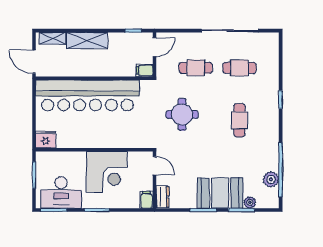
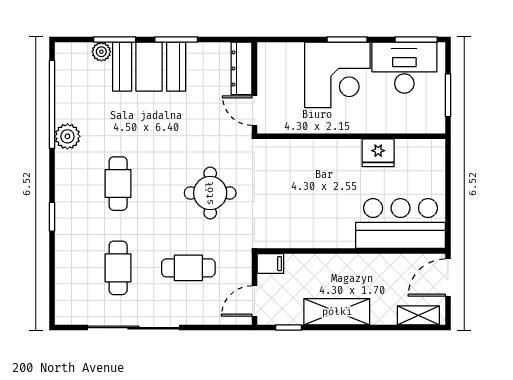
shelving: (87, 40) -> (337, 312), moved
door: (34, 62) -> (448, 278), swing flipped
cafe table: (239, 68) -> (118, 268), turned 90
bar counter: (87, 95) -> (401, 223), width x0.54
fridge: (46, 139) -> (378, 153), moved
corner desk: (107, 172) -> (337, 75), moved, turned 180
plant: (271, 179) -> (67, 136), moved
dresser: (163, 197) -> (242, 68), width x1.44
filing cabinet: (146, 200) -> (267, 56), removed

